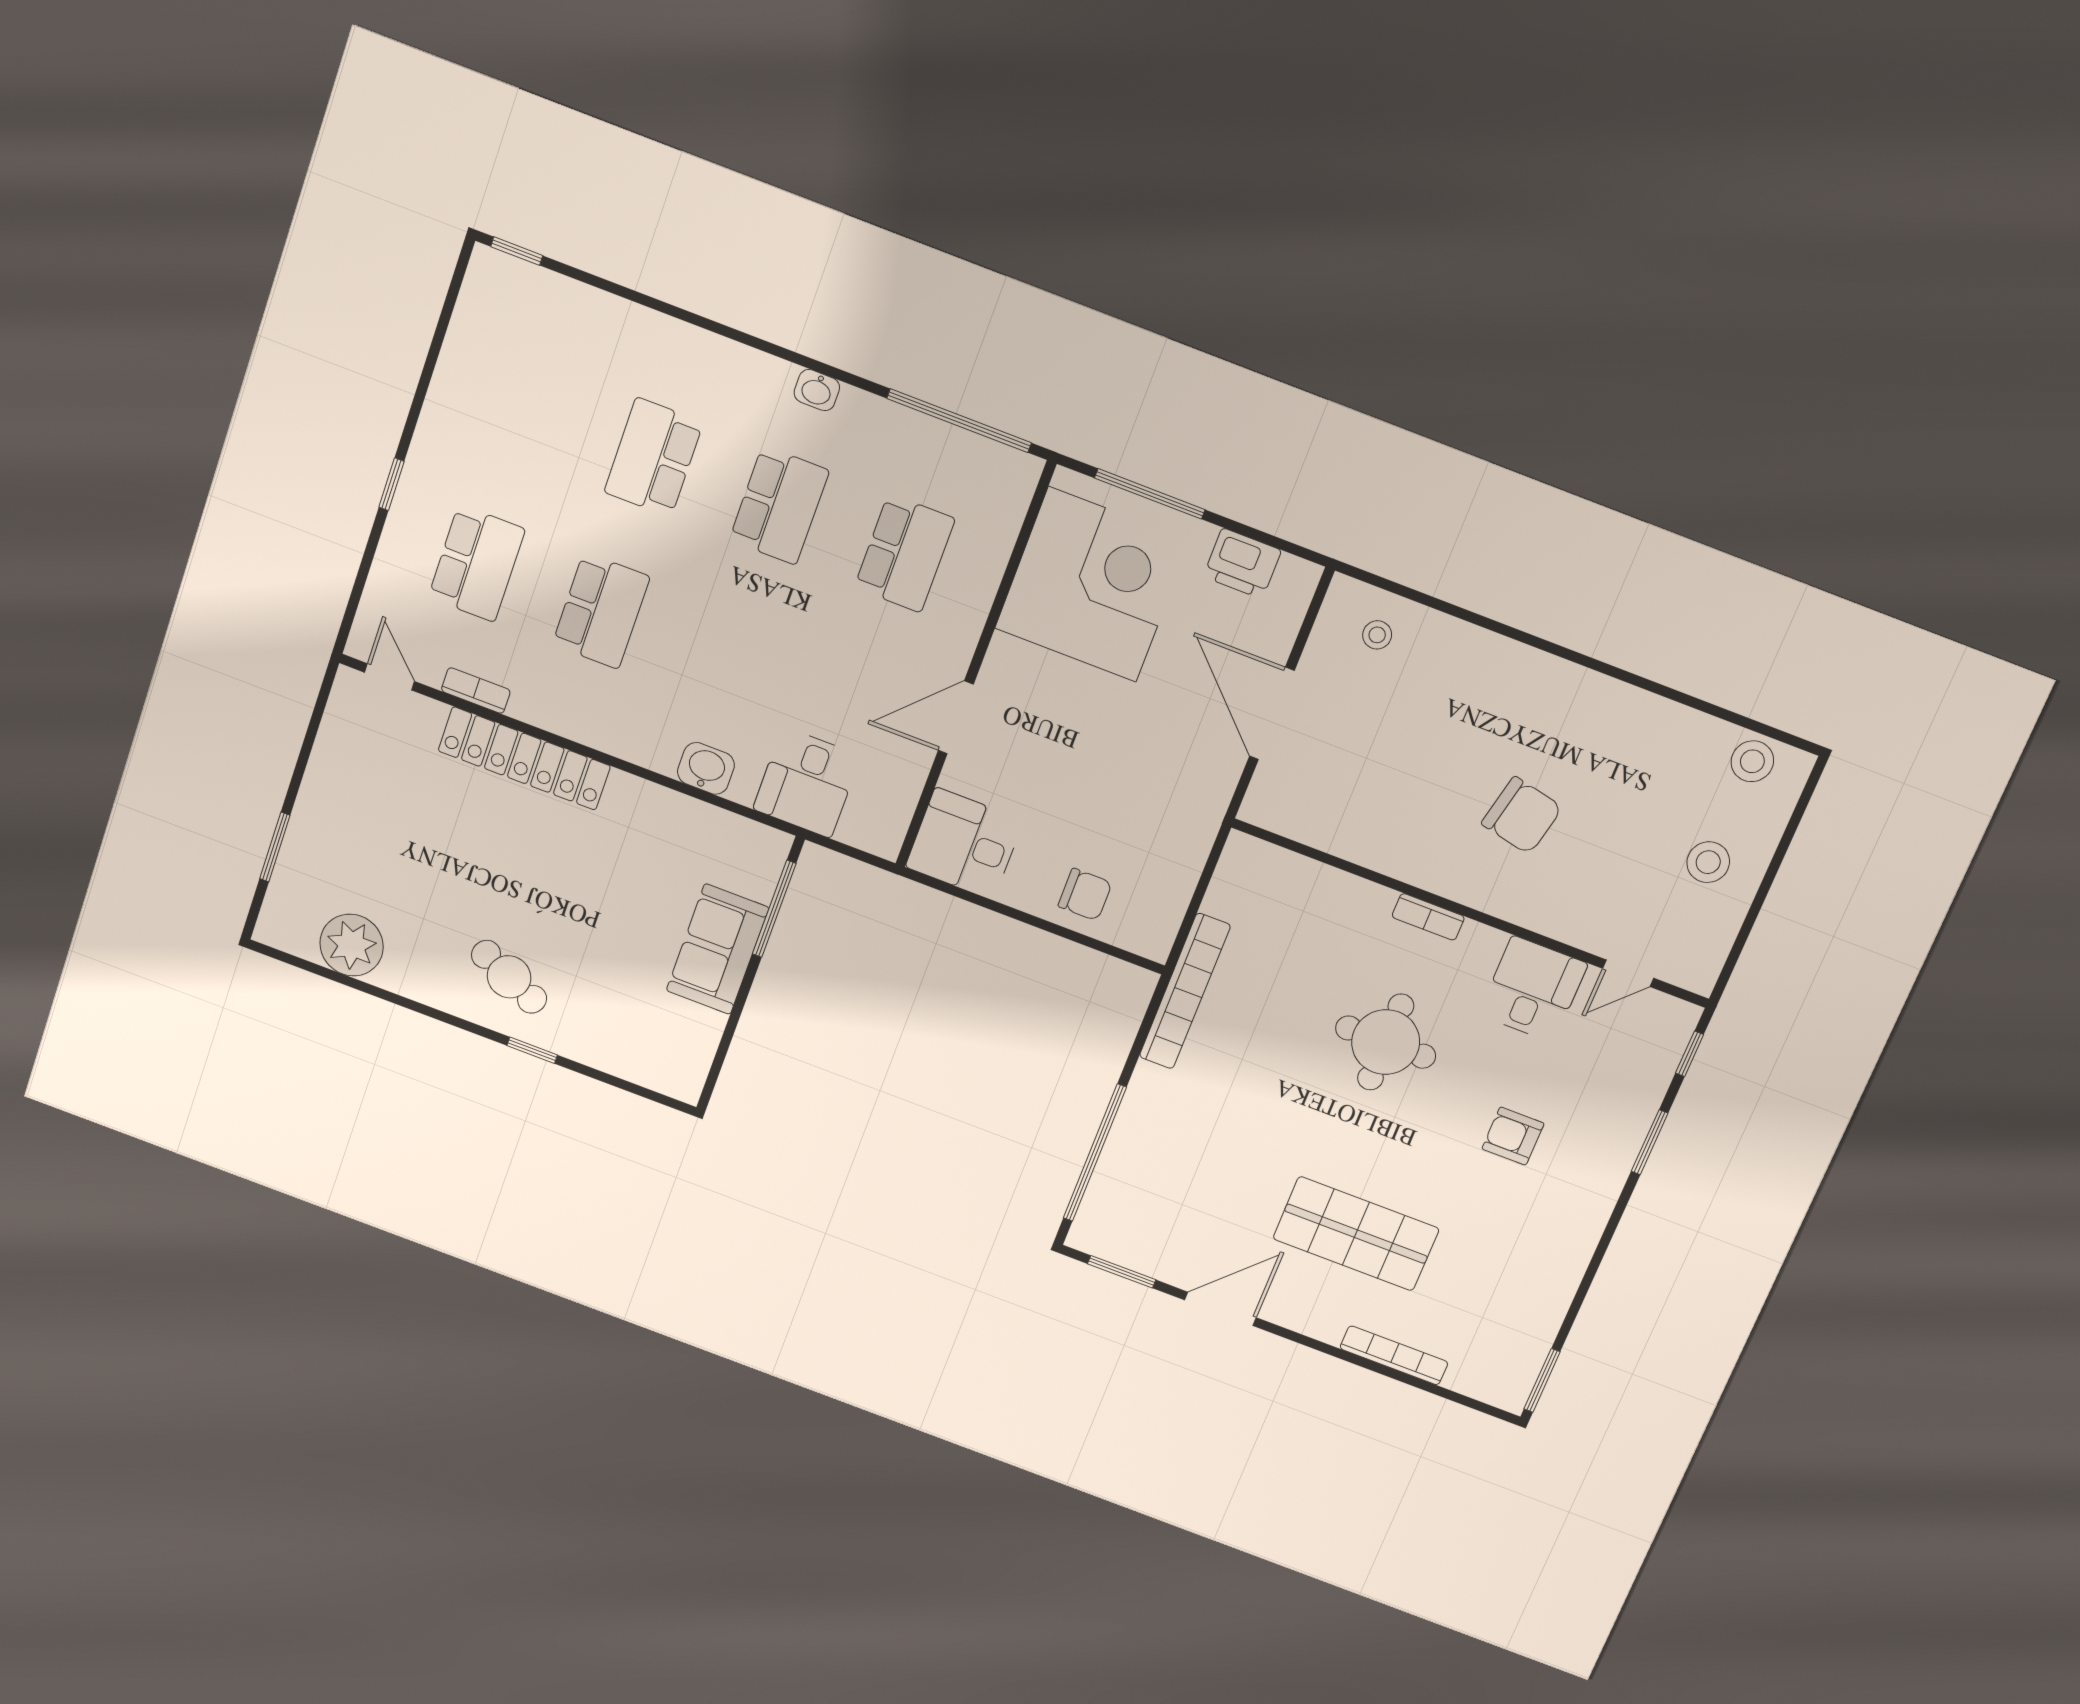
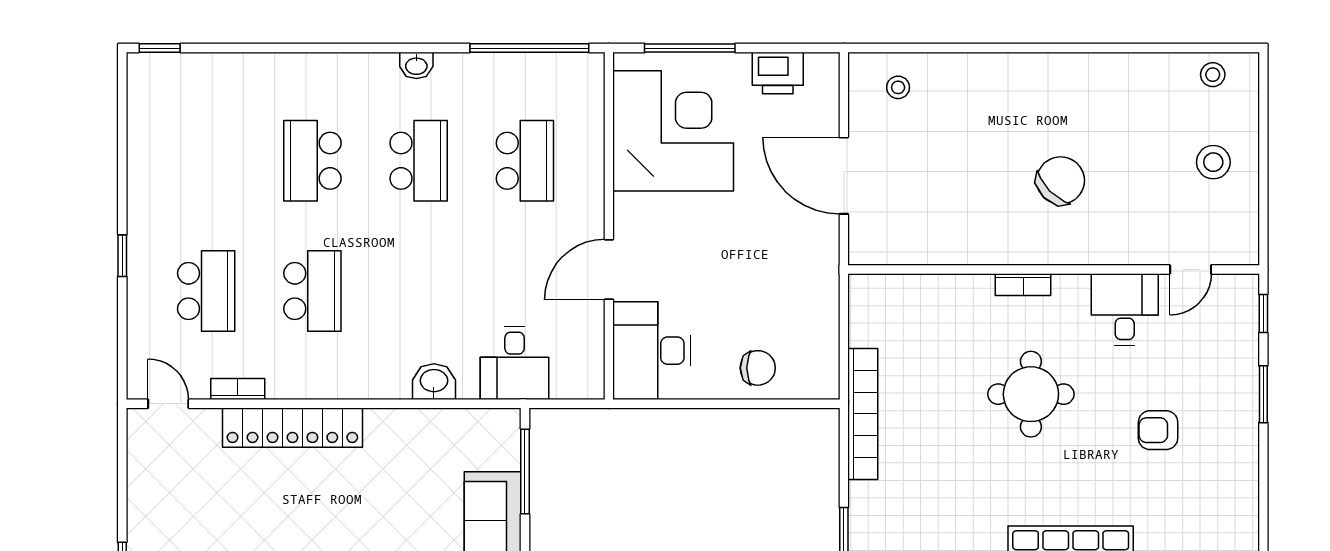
stool: (1752, 761) -> (1213, 75), width x0.73, depth x0.73
chair: (1522, 815) -> (1061, 181), turned -57
desk: (964, 844) -> (651, 351), width x1.37

